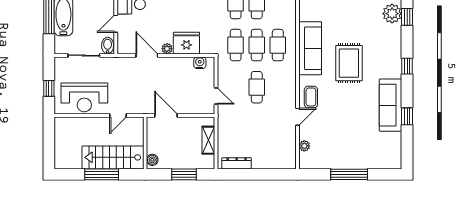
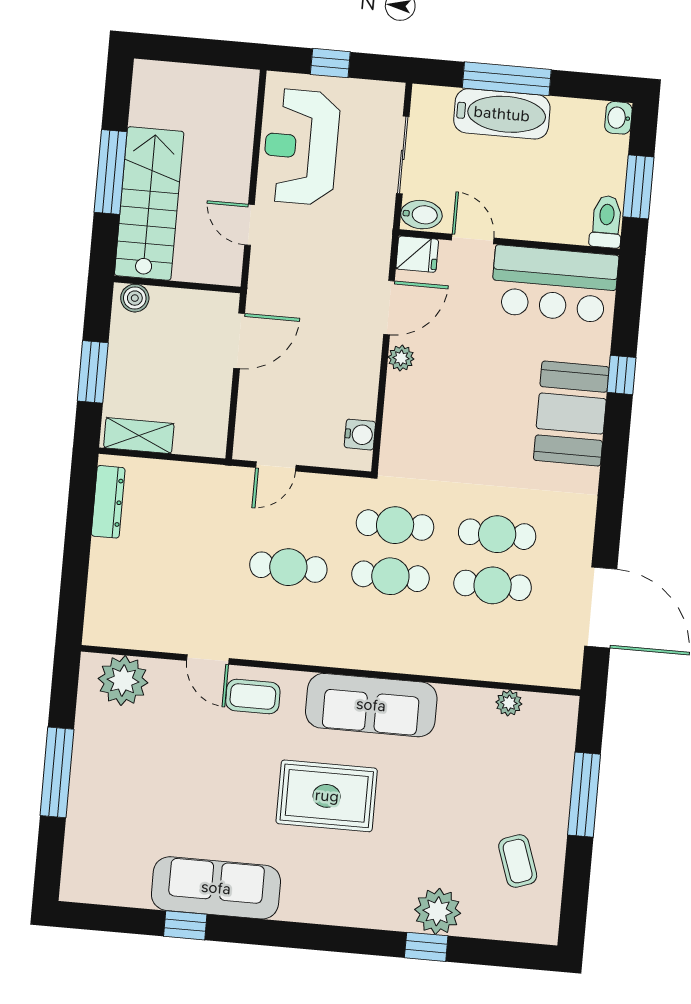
fridge: (186, 43) -> (417, 254), moved, width x0.53, depth x0.75
cafe table: (278, 45) -> (386, 627), removed
window: (407, 66) -> (307, 936), removed
shelving: (208, 140) -> (139, 436), moved
plant: (304, 146) -> (123, 681), width x1.87, depth x1.87

